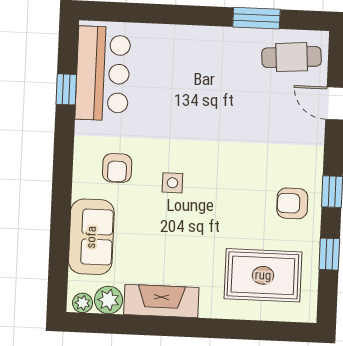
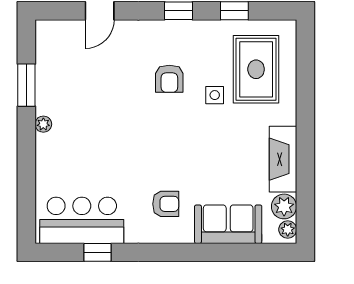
plant: (212, 35) -> (43, 124), added
cafe table: (292, 57) -> (60, 52), removed
side table: (172, 183) -> (215, 95), moved
armchair: (292, 203) -> (169, 79), moved

